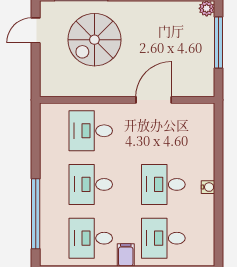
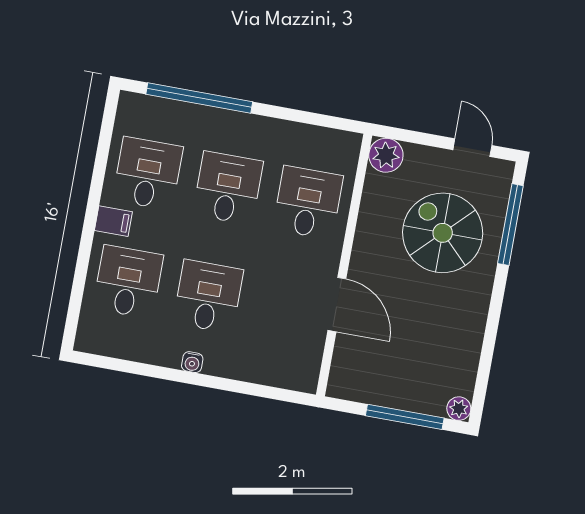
plant: (51, 86) -> (386, 155), added

